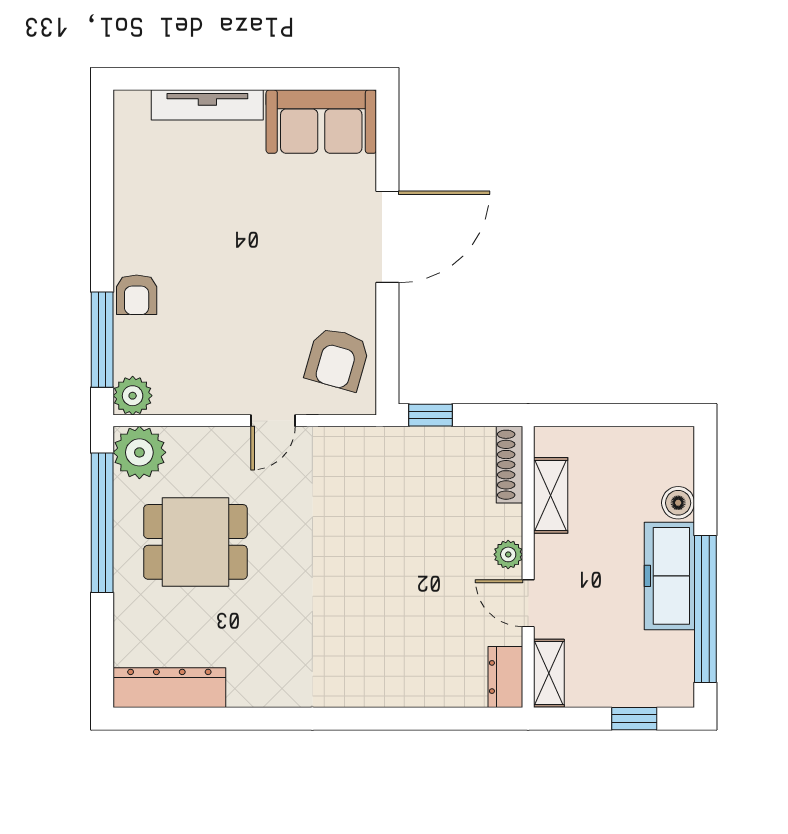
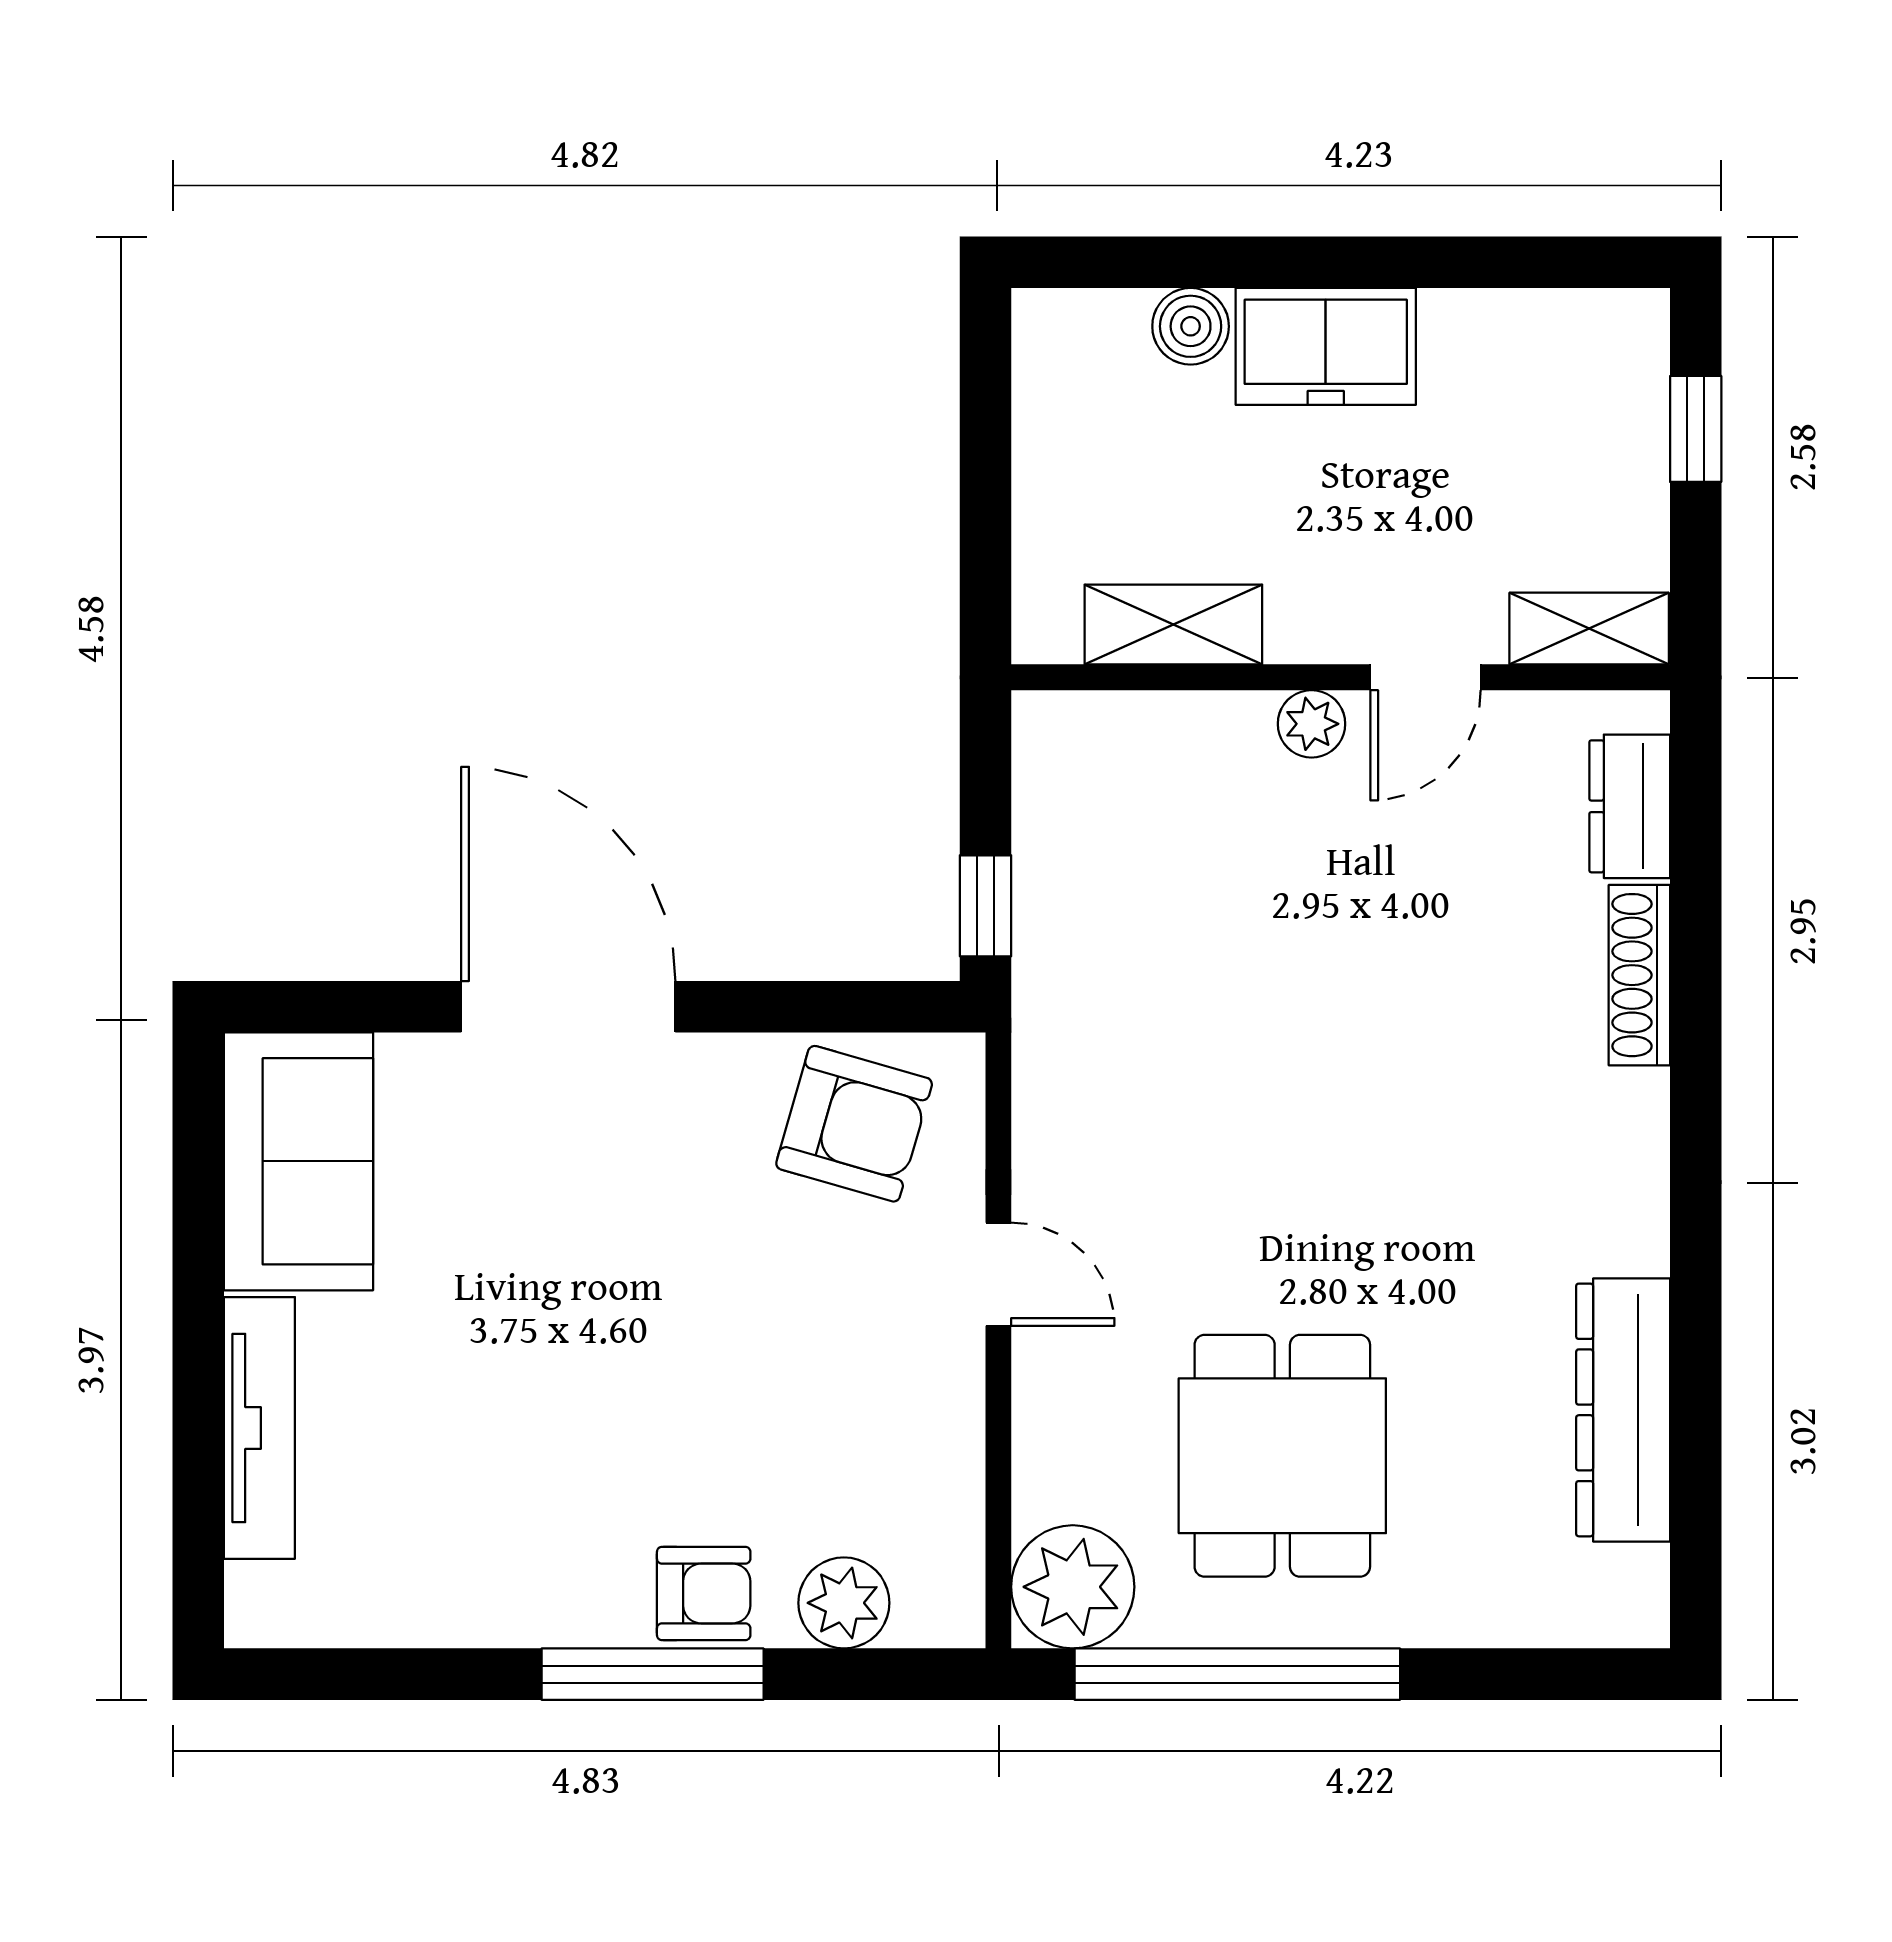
window: (102, 340) -> (653, 1674), moved
plant: (133, 396) -> (844, 1603), moved
shoe rack: (510, 465) -> (1639, 975), moved, turned 90
freezer: (669, 576) -> (1326, 346), width x0.71
window: (705, 609) -> (1439, 262), removed
dresser: (505, 677) -> (1630, 806), moved, turned 90
dresser: (169, 688) -> (1623, 1410), moved

